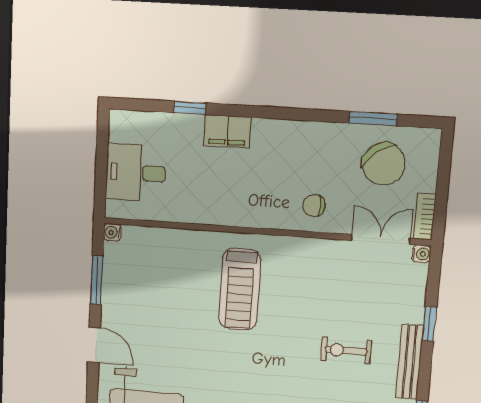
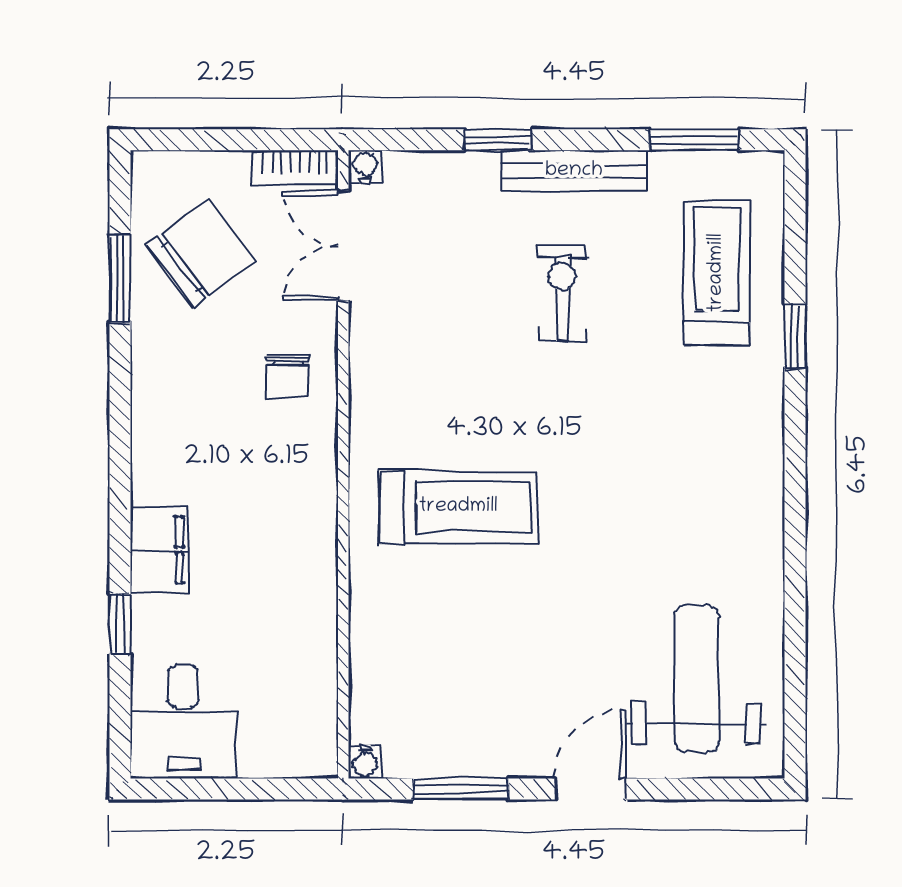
desk: (136, 173) -> (183, 721), moved
exercise bike: (346, 351) -> (562, 294), turned 180

